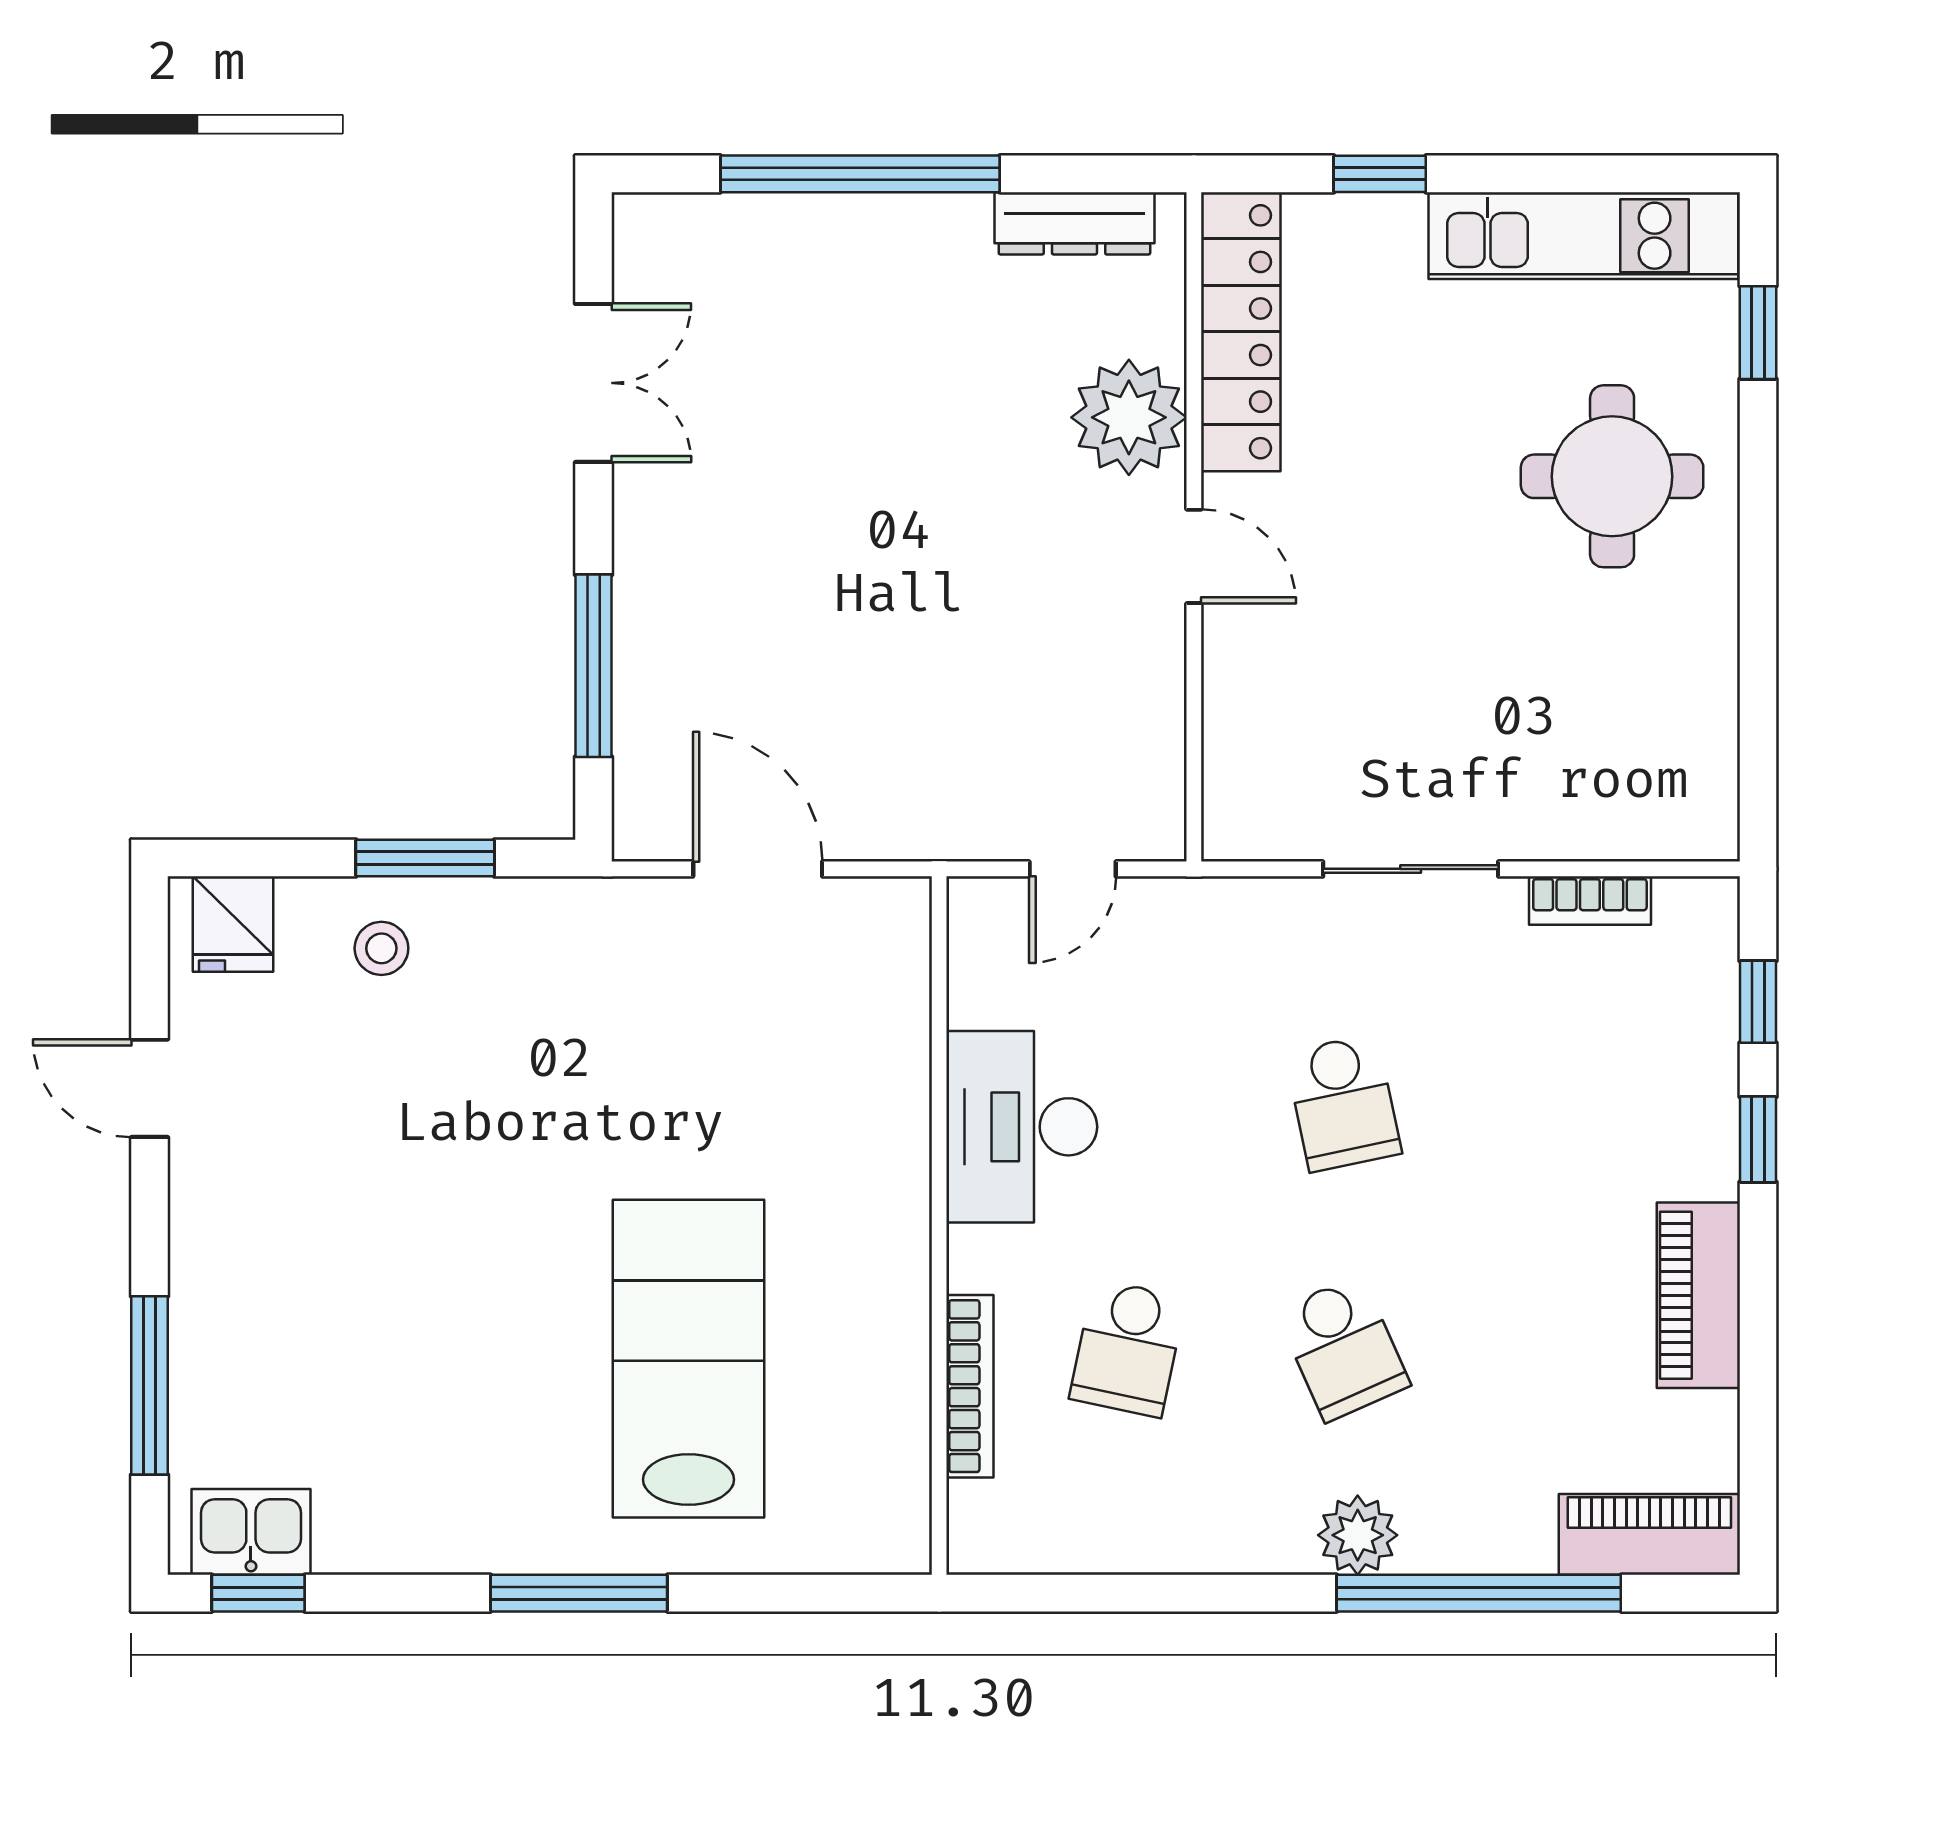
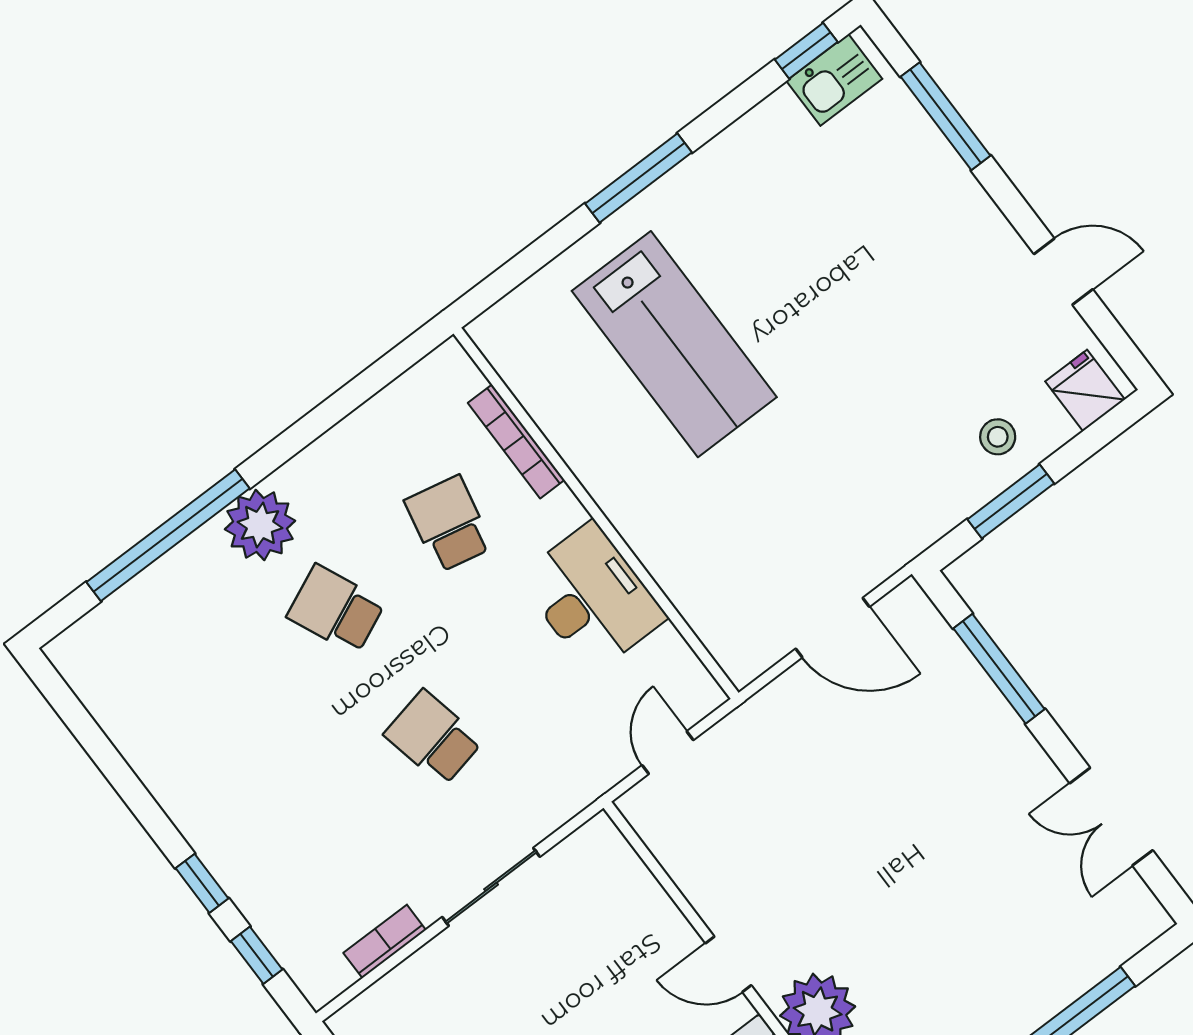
piano: (1698, 1295) -> (171, 778), removed
piano: (1649, 1534) -> (102, 634), removed
plant: (1358, 1535) -> (260, 525), width x1.36, depth x1.36

